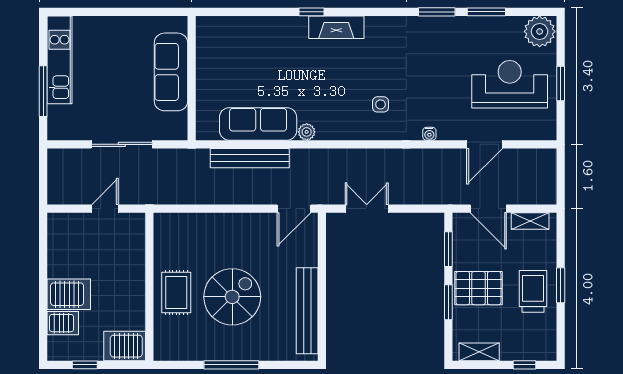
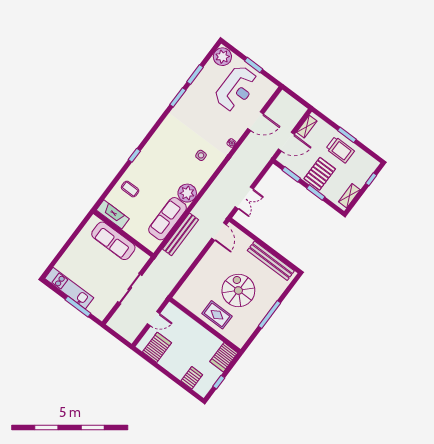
fireplace: (336, 27) -> (113, 214), moved, turned -90
coffee table: (260, 41) -> (130, 189), added
reception desk: (510, 84) -> (236, 89), turned 180
plant: (307, 132) -> (187, 193), width x1.87, depth x1.87
door: (485, 144) -> (255, 121), hinge flipped
door: (105, 209) -> (154, 319), swing flipped
double door: (367, 209) -> (244, 198), swing flipped
trolley: (533, 291) -> (340, 150), turned 180
server rack: (69, 294) -> (157, 347), moved

